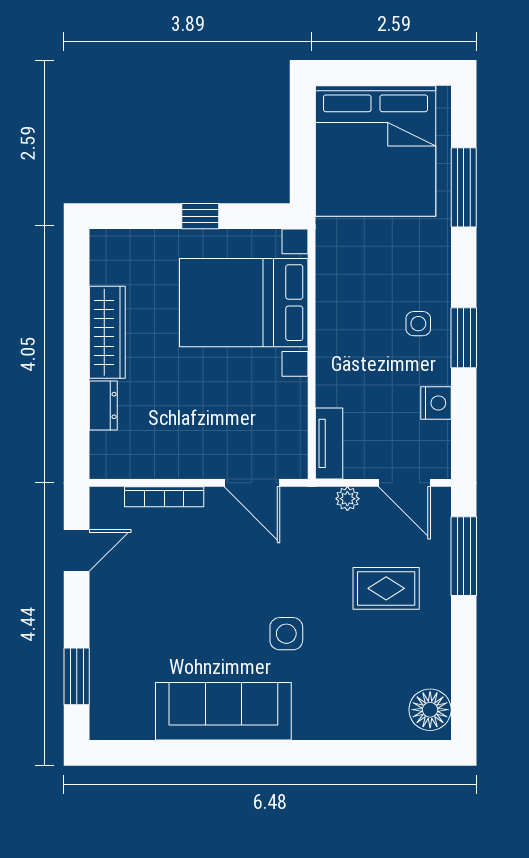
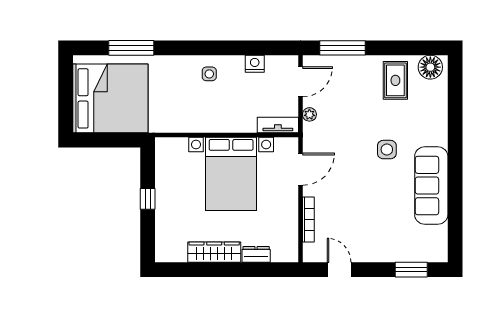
bed with nightstands: (244, 303) -> (231, 174), moved
window: (464, 338) -> (217, 48), removed
rug: (386, 588) -> (395, 80), moved

